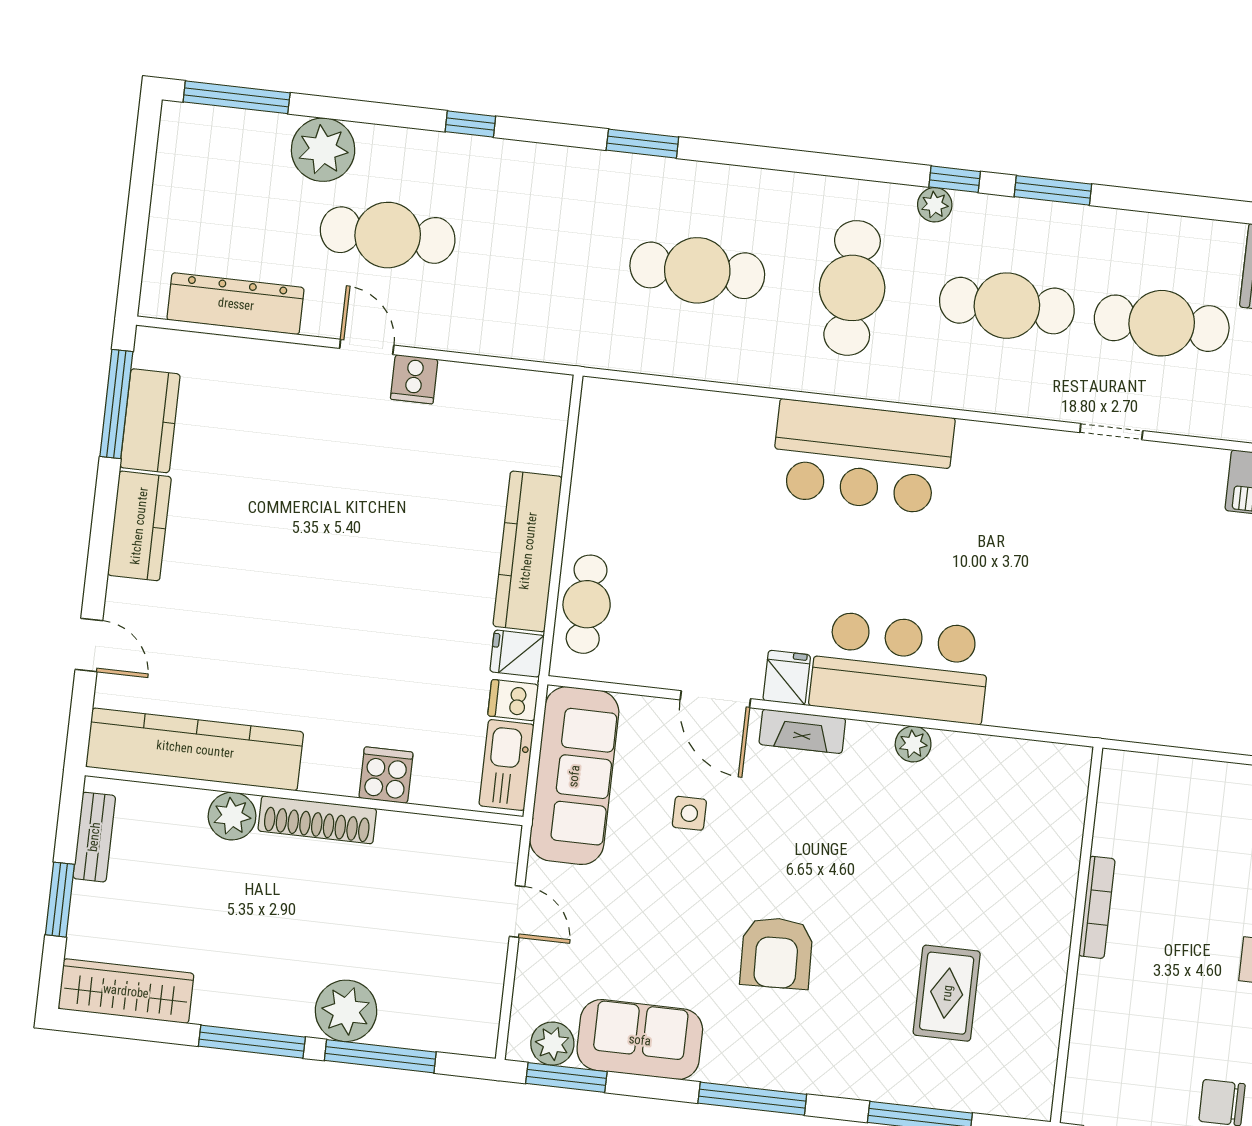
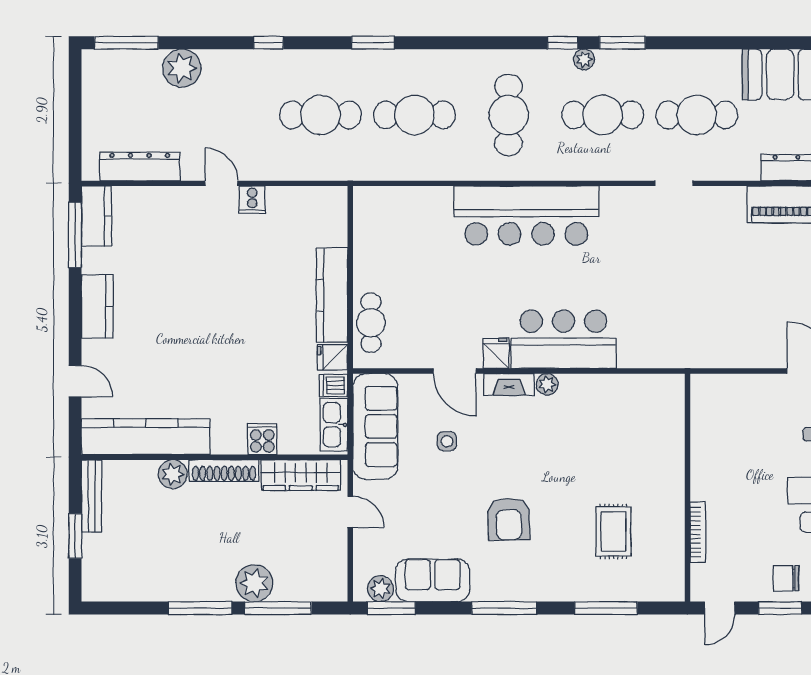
plant: (935, 205) -> (584, 59), moved
cafe table: (388, 235) -> (320, 115), moved
kitchen counter: (150, 421) -> (97, 216), moved
bar counter: (862, 457) -> (526, 216), width x1.36
plant: (913, 744) -> (547, 384), moved
bench: (94, 837) -> (92, 496), width x1.36
bookcase: (1097, 907) -> (698, 532), moved
wardrobe: (126, 991) -> (301, 475), moved, turned 180

